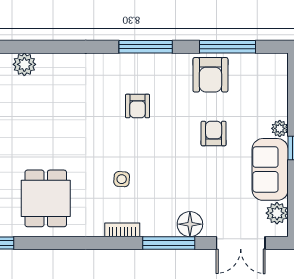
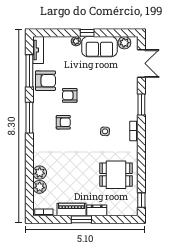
tv unit: (264, 62) -> (38, 50), added
plant: (49, 65) -> (40, 173), added
armchair: (214, 134) -> (70, 95), moved
floor lamp: (190, 224) -> (131, 92), removed
window: (169, 243) -> (141, 104), width x0.69

